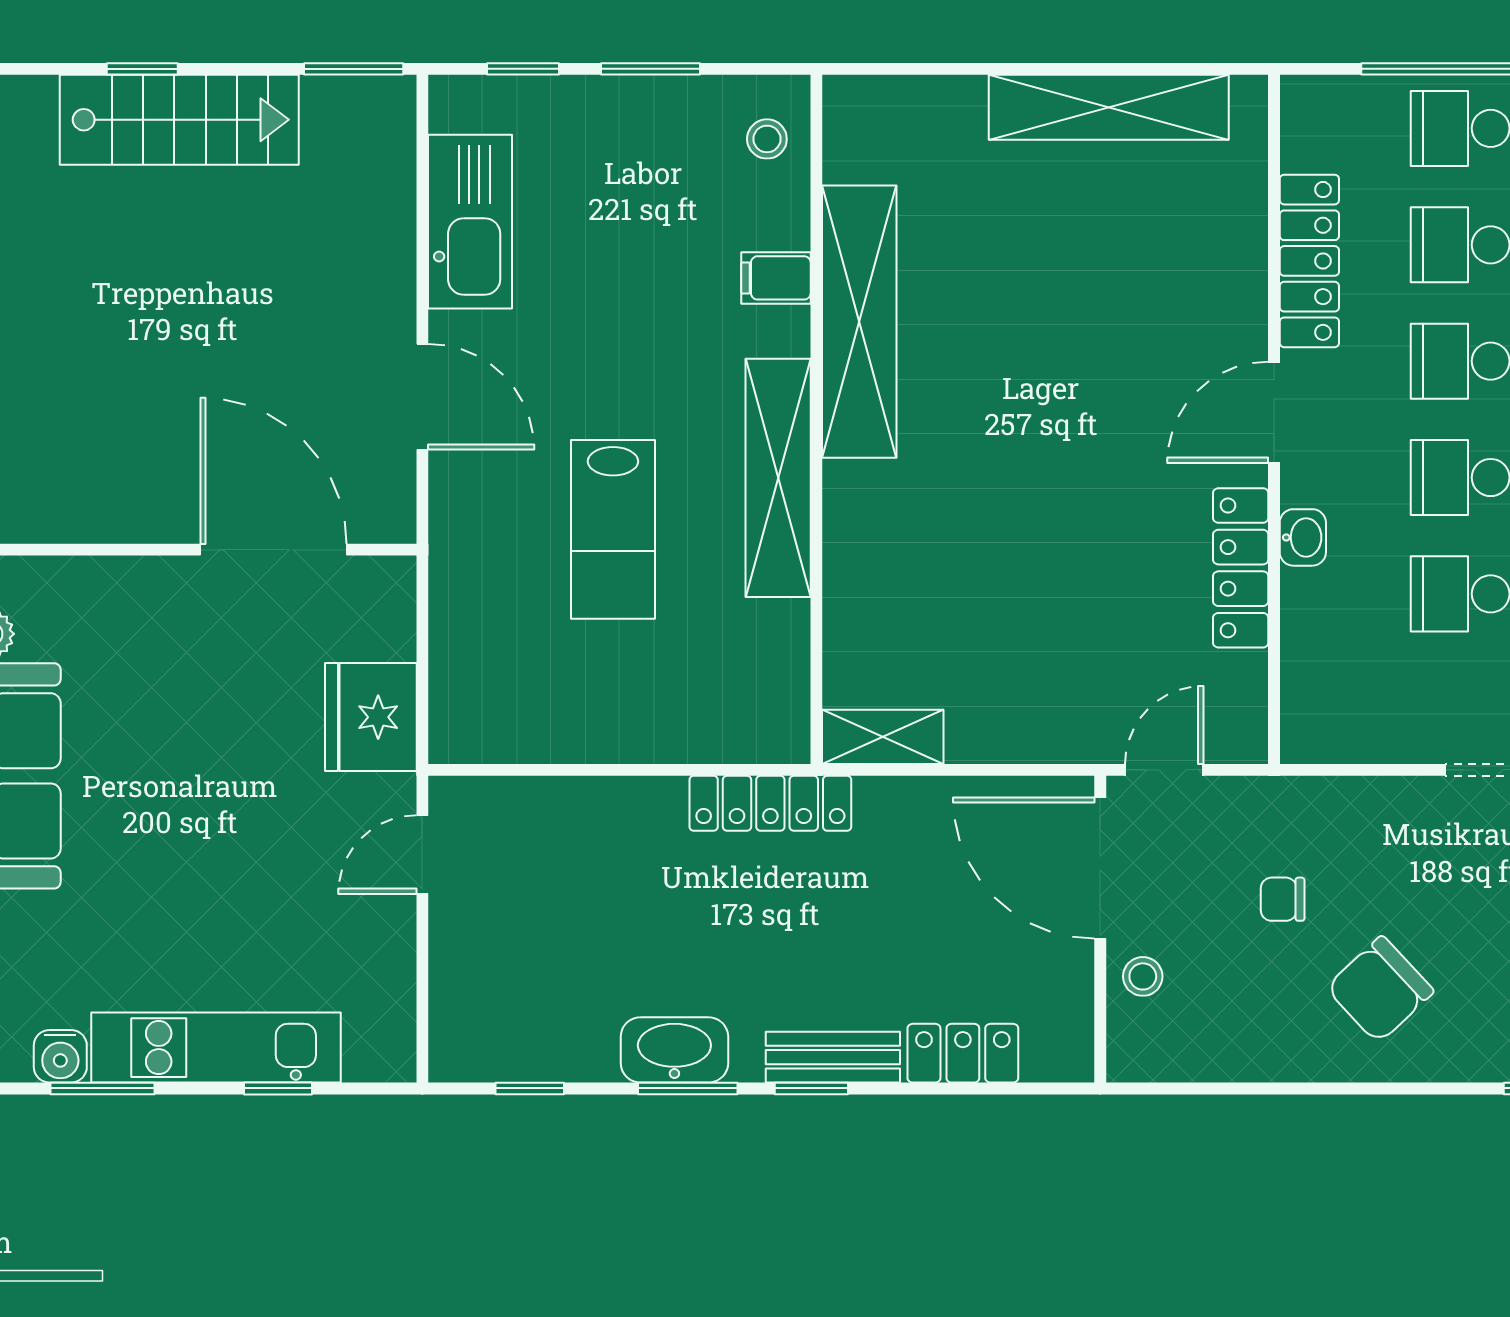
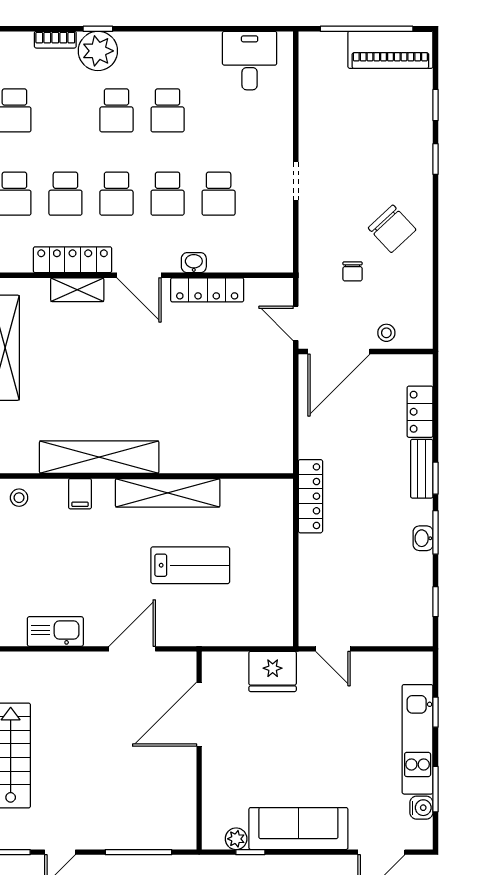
kitchen sink: (470, 222) -> (55, 631), width x0.73, depth x0.81
shelving: (883, 737) -> (77, 290), moved, turned 90
washbasin: (674, 1050) -> (423, 538), width x0.52, depth x0.69

